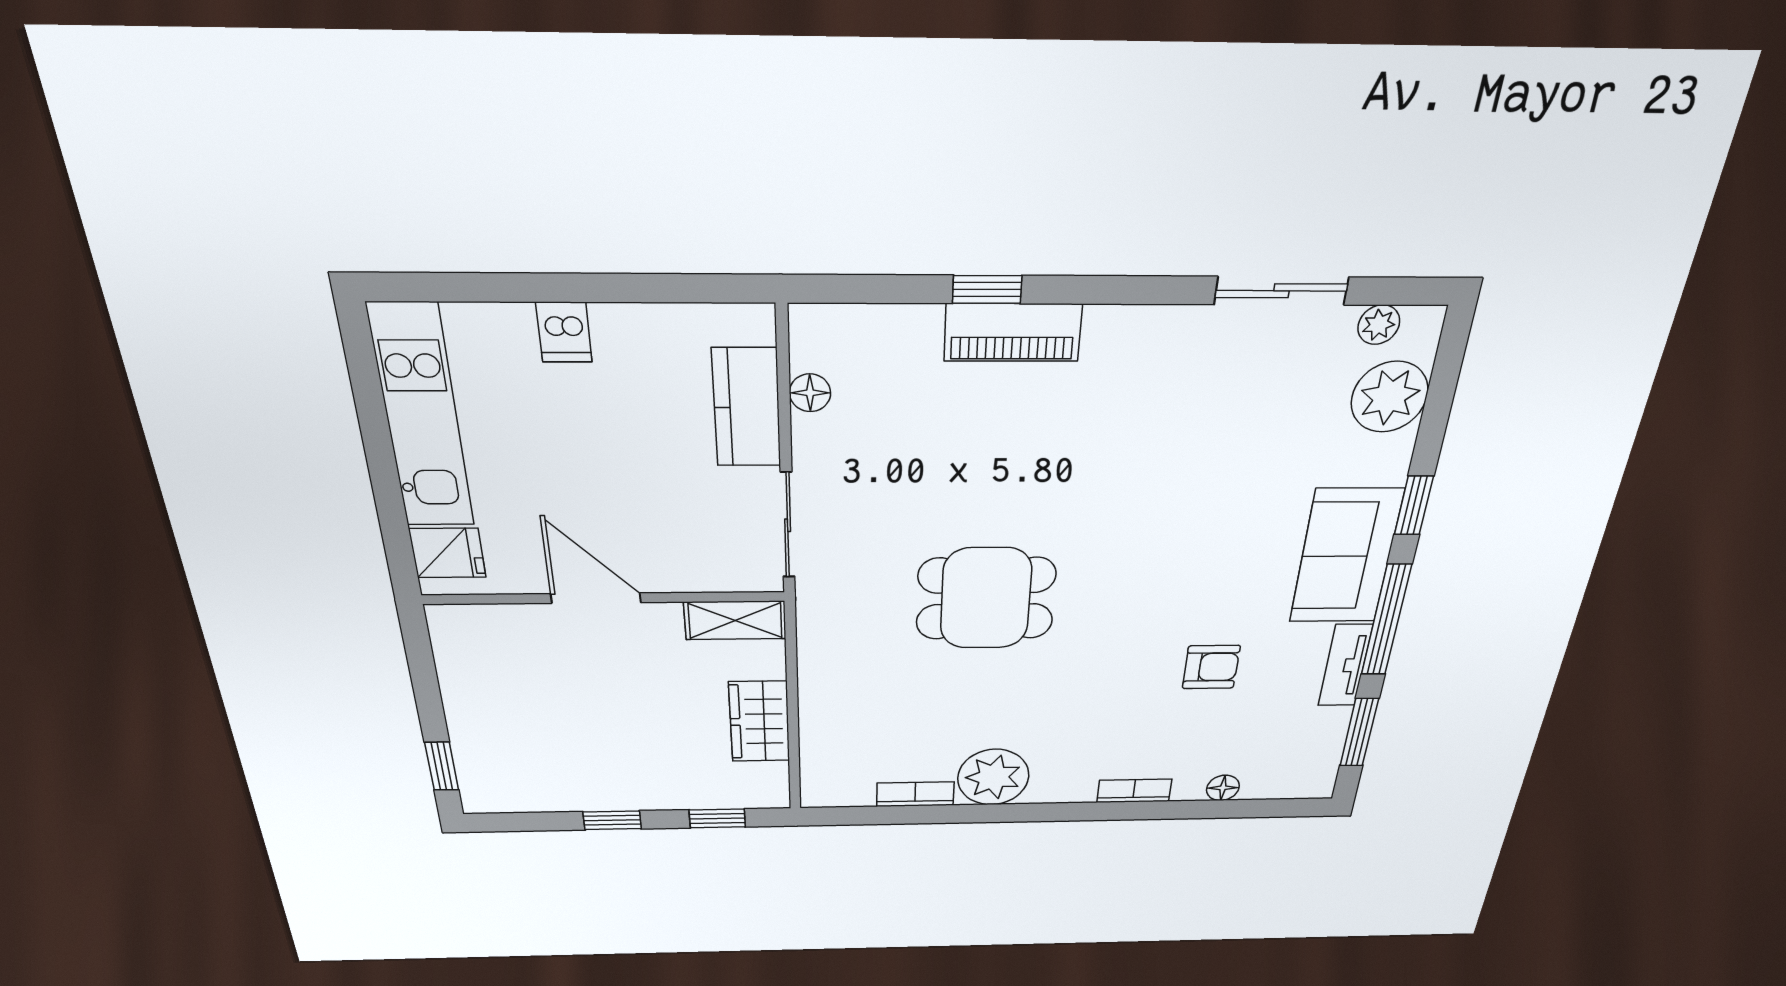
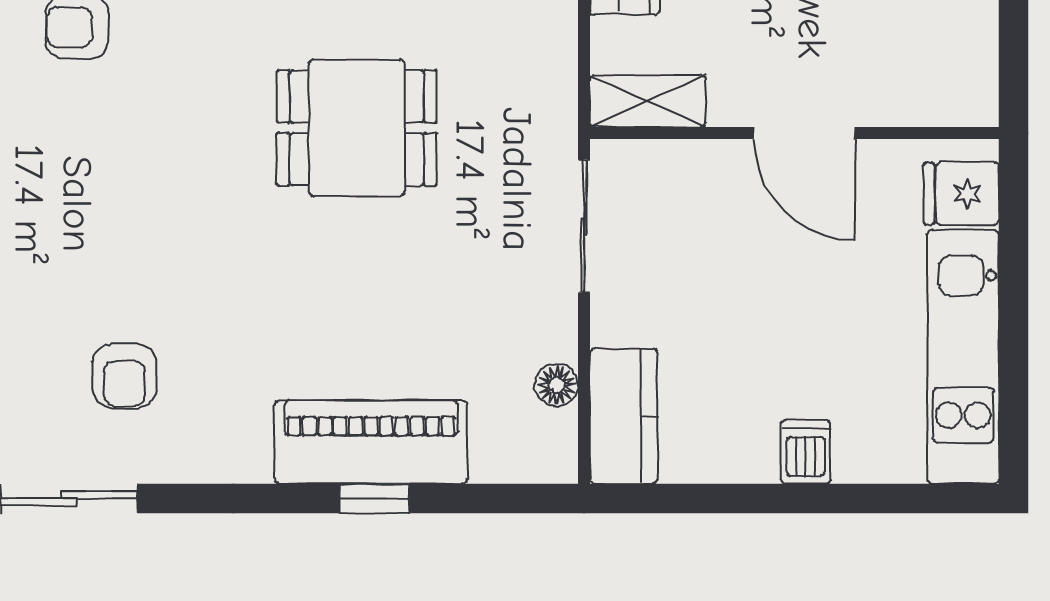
piano: (1013, 333) -> (371, 442), width x1.37, depth x1.33
armchair: (1212, 401) -> (124, 376), added
kitchen counter: (747, 408) -> (624, 416), moved

